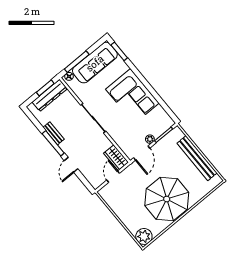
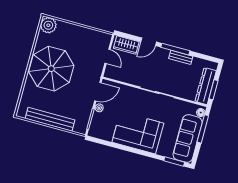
door: (142, 153) -> (98, 92), swing flipped
wardrobe: (116, 158) -> (126, 45), moved, turned 180
door: (71, 165) -> (149, 42), swing flipped

